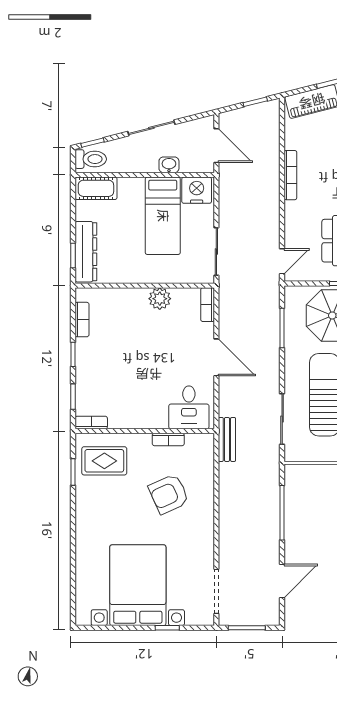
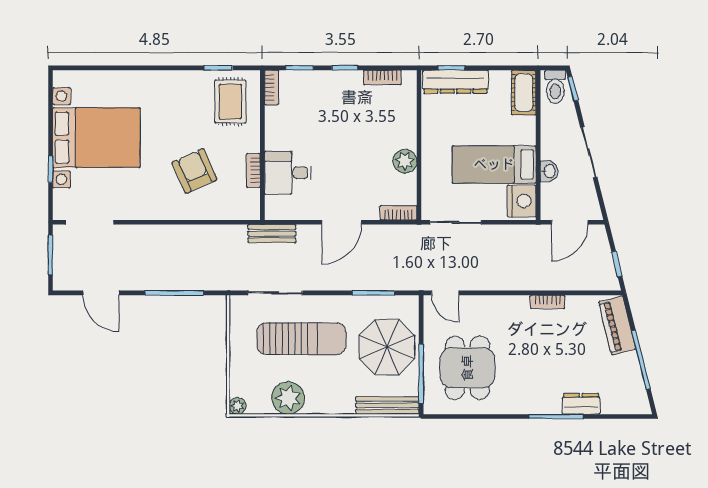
bookcase: (290, 175) -> (548, 302), width x0.64
desk: (189, 407) -> (288, 173), moved
bench: (227, 439) -> (272, 234), moved

